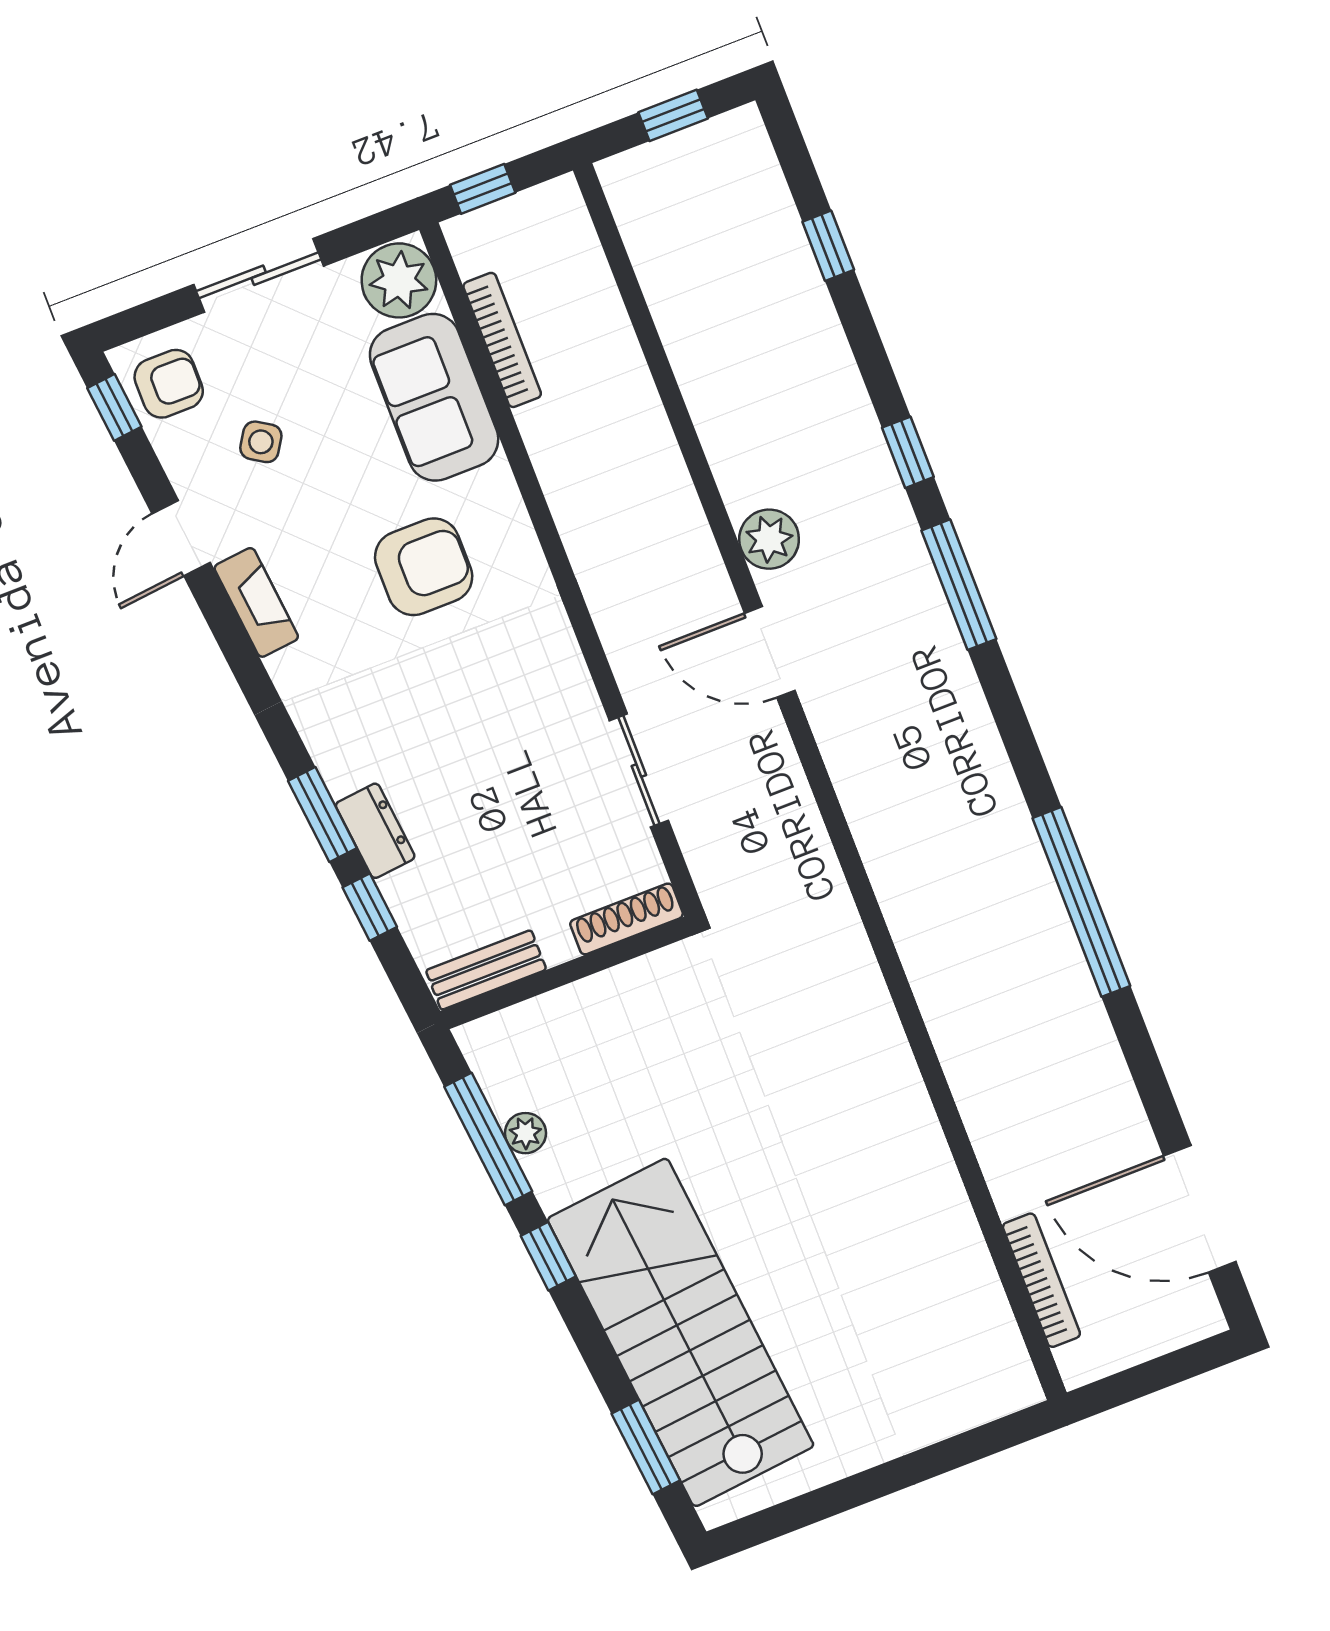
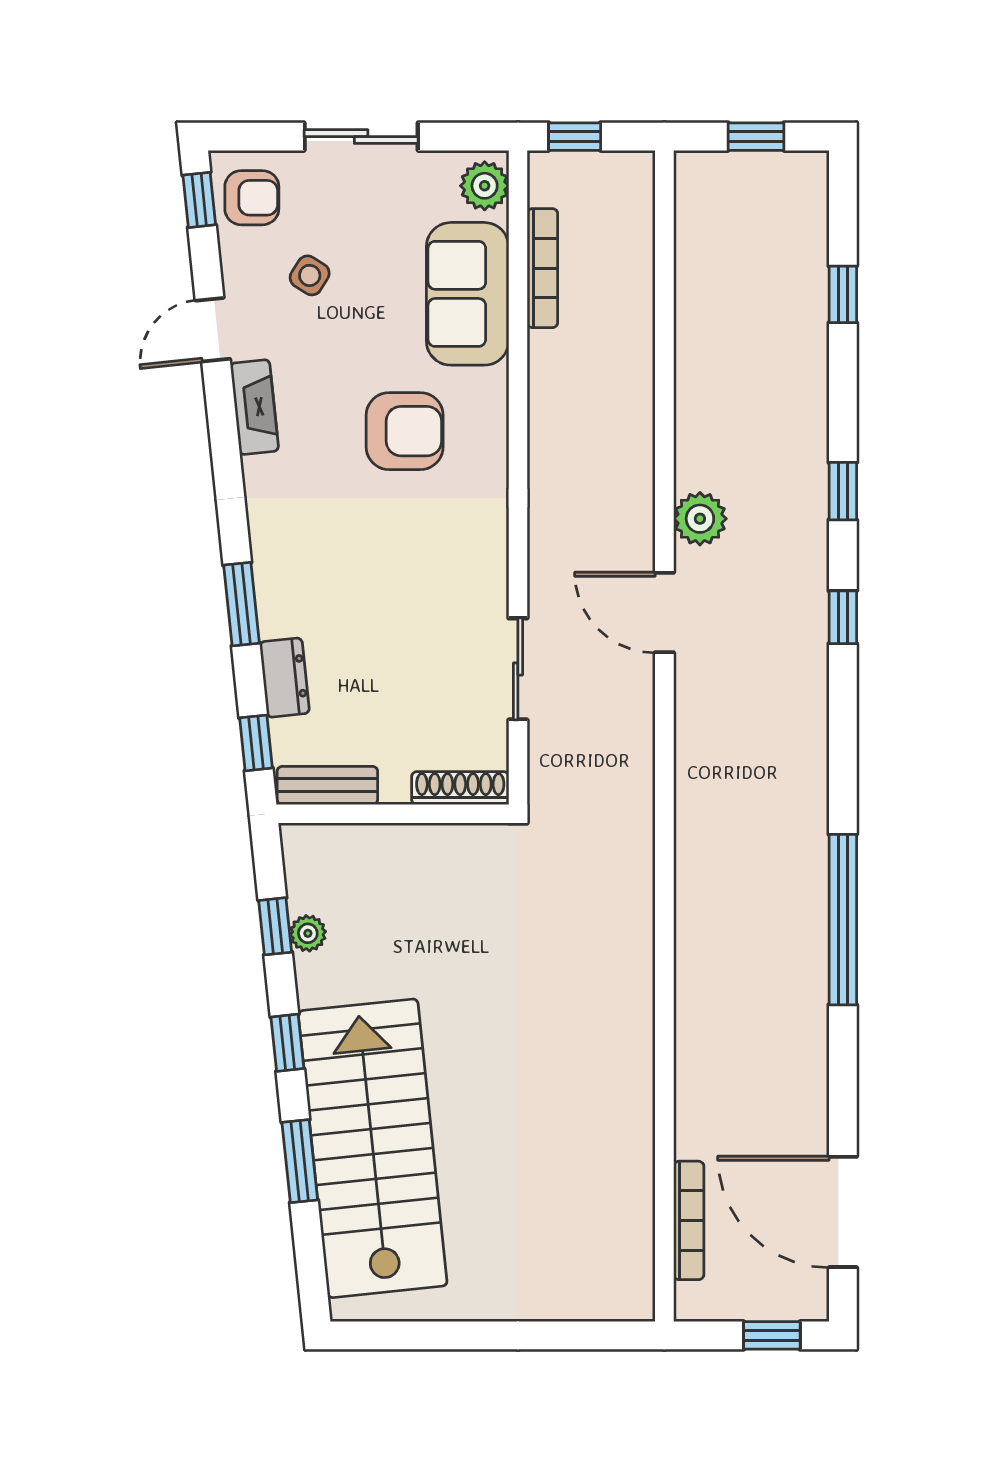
plant: (399, 280) -> (485, 186), width x0.73, depth x0.73
window: (959, 585) -> (843, 617), width x0.46
dresser: (375, 831) -> (284, 678), moved
window: (370, 907) -> (256, 743), moved
window: (488, 1139) -> (275, 926), width x0.46
window: (1175, 1367) -> (772, 1335), added
window: (646, 1447) -> (300, 1161), moved

